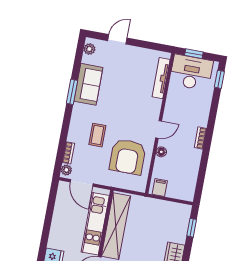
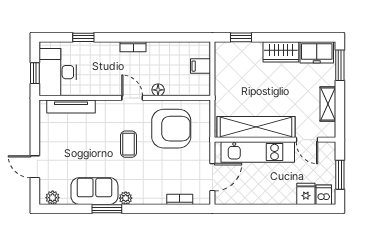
window: (219, 79) -> (83, 37), moved
coffee table: (97, 135) -> (129, 144), moved, turned 90
plant: (66, 170) -> (126, 198), moved
filing cabinet: (160, 187) -> (201, 66), moved

